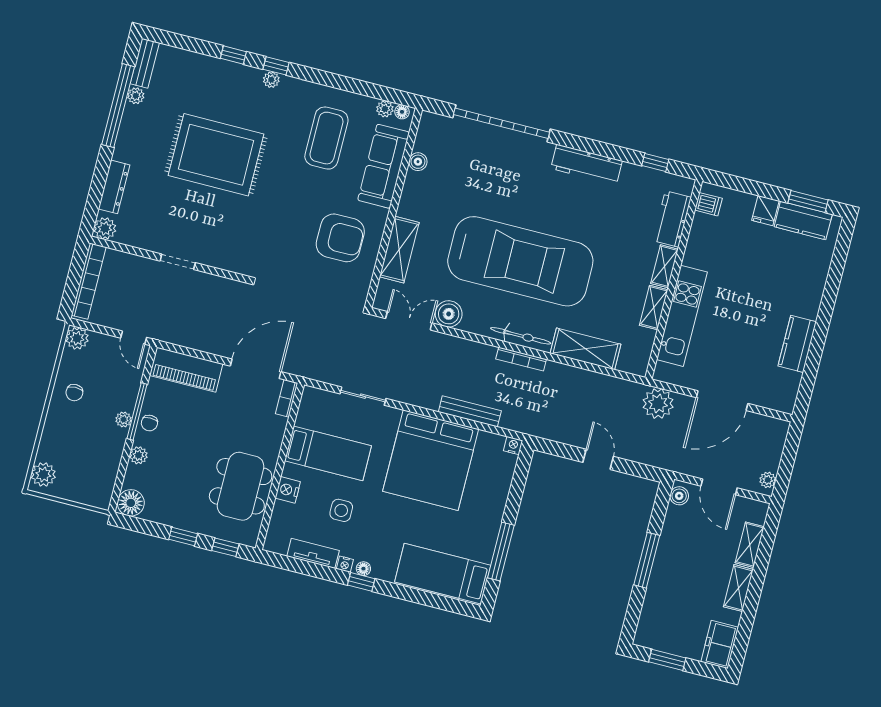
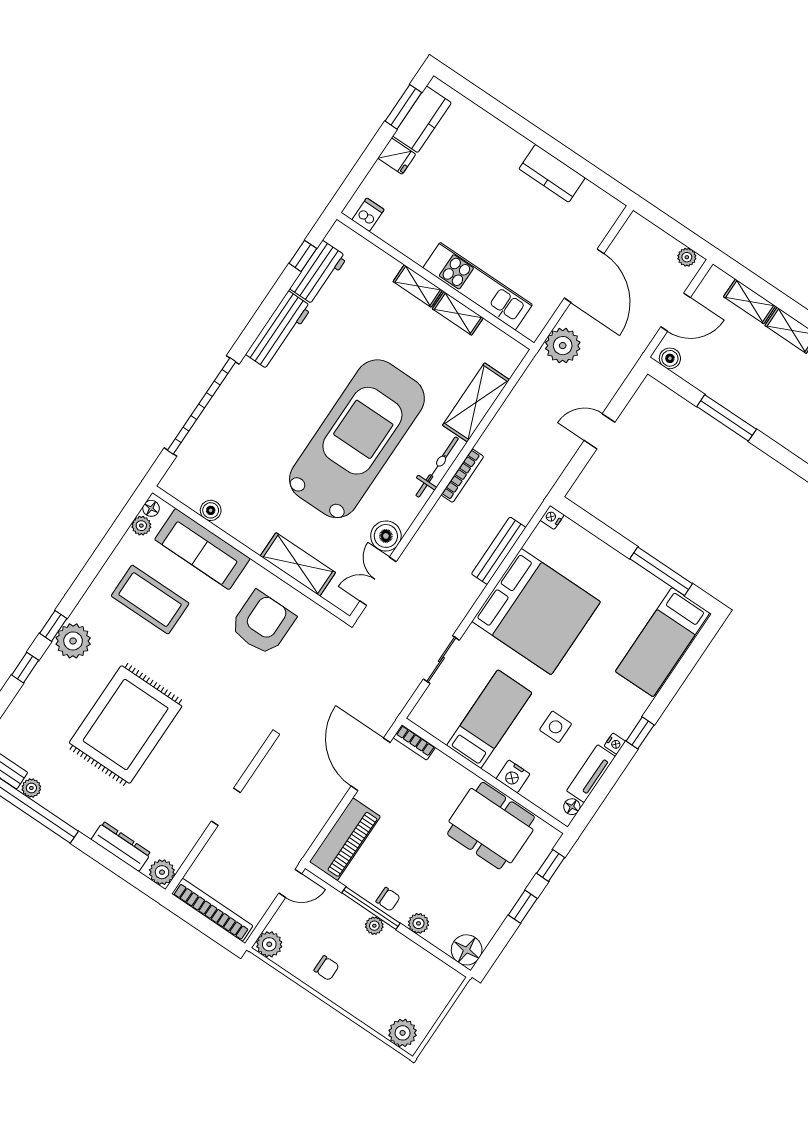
plant: (271, 80) -> (73, 641), width x1.88, depth x1.88
workbench: (672, 219) -> (319, 273), moved, turned -90
floor lamp: (363, 569) -> (572, 807), moved

